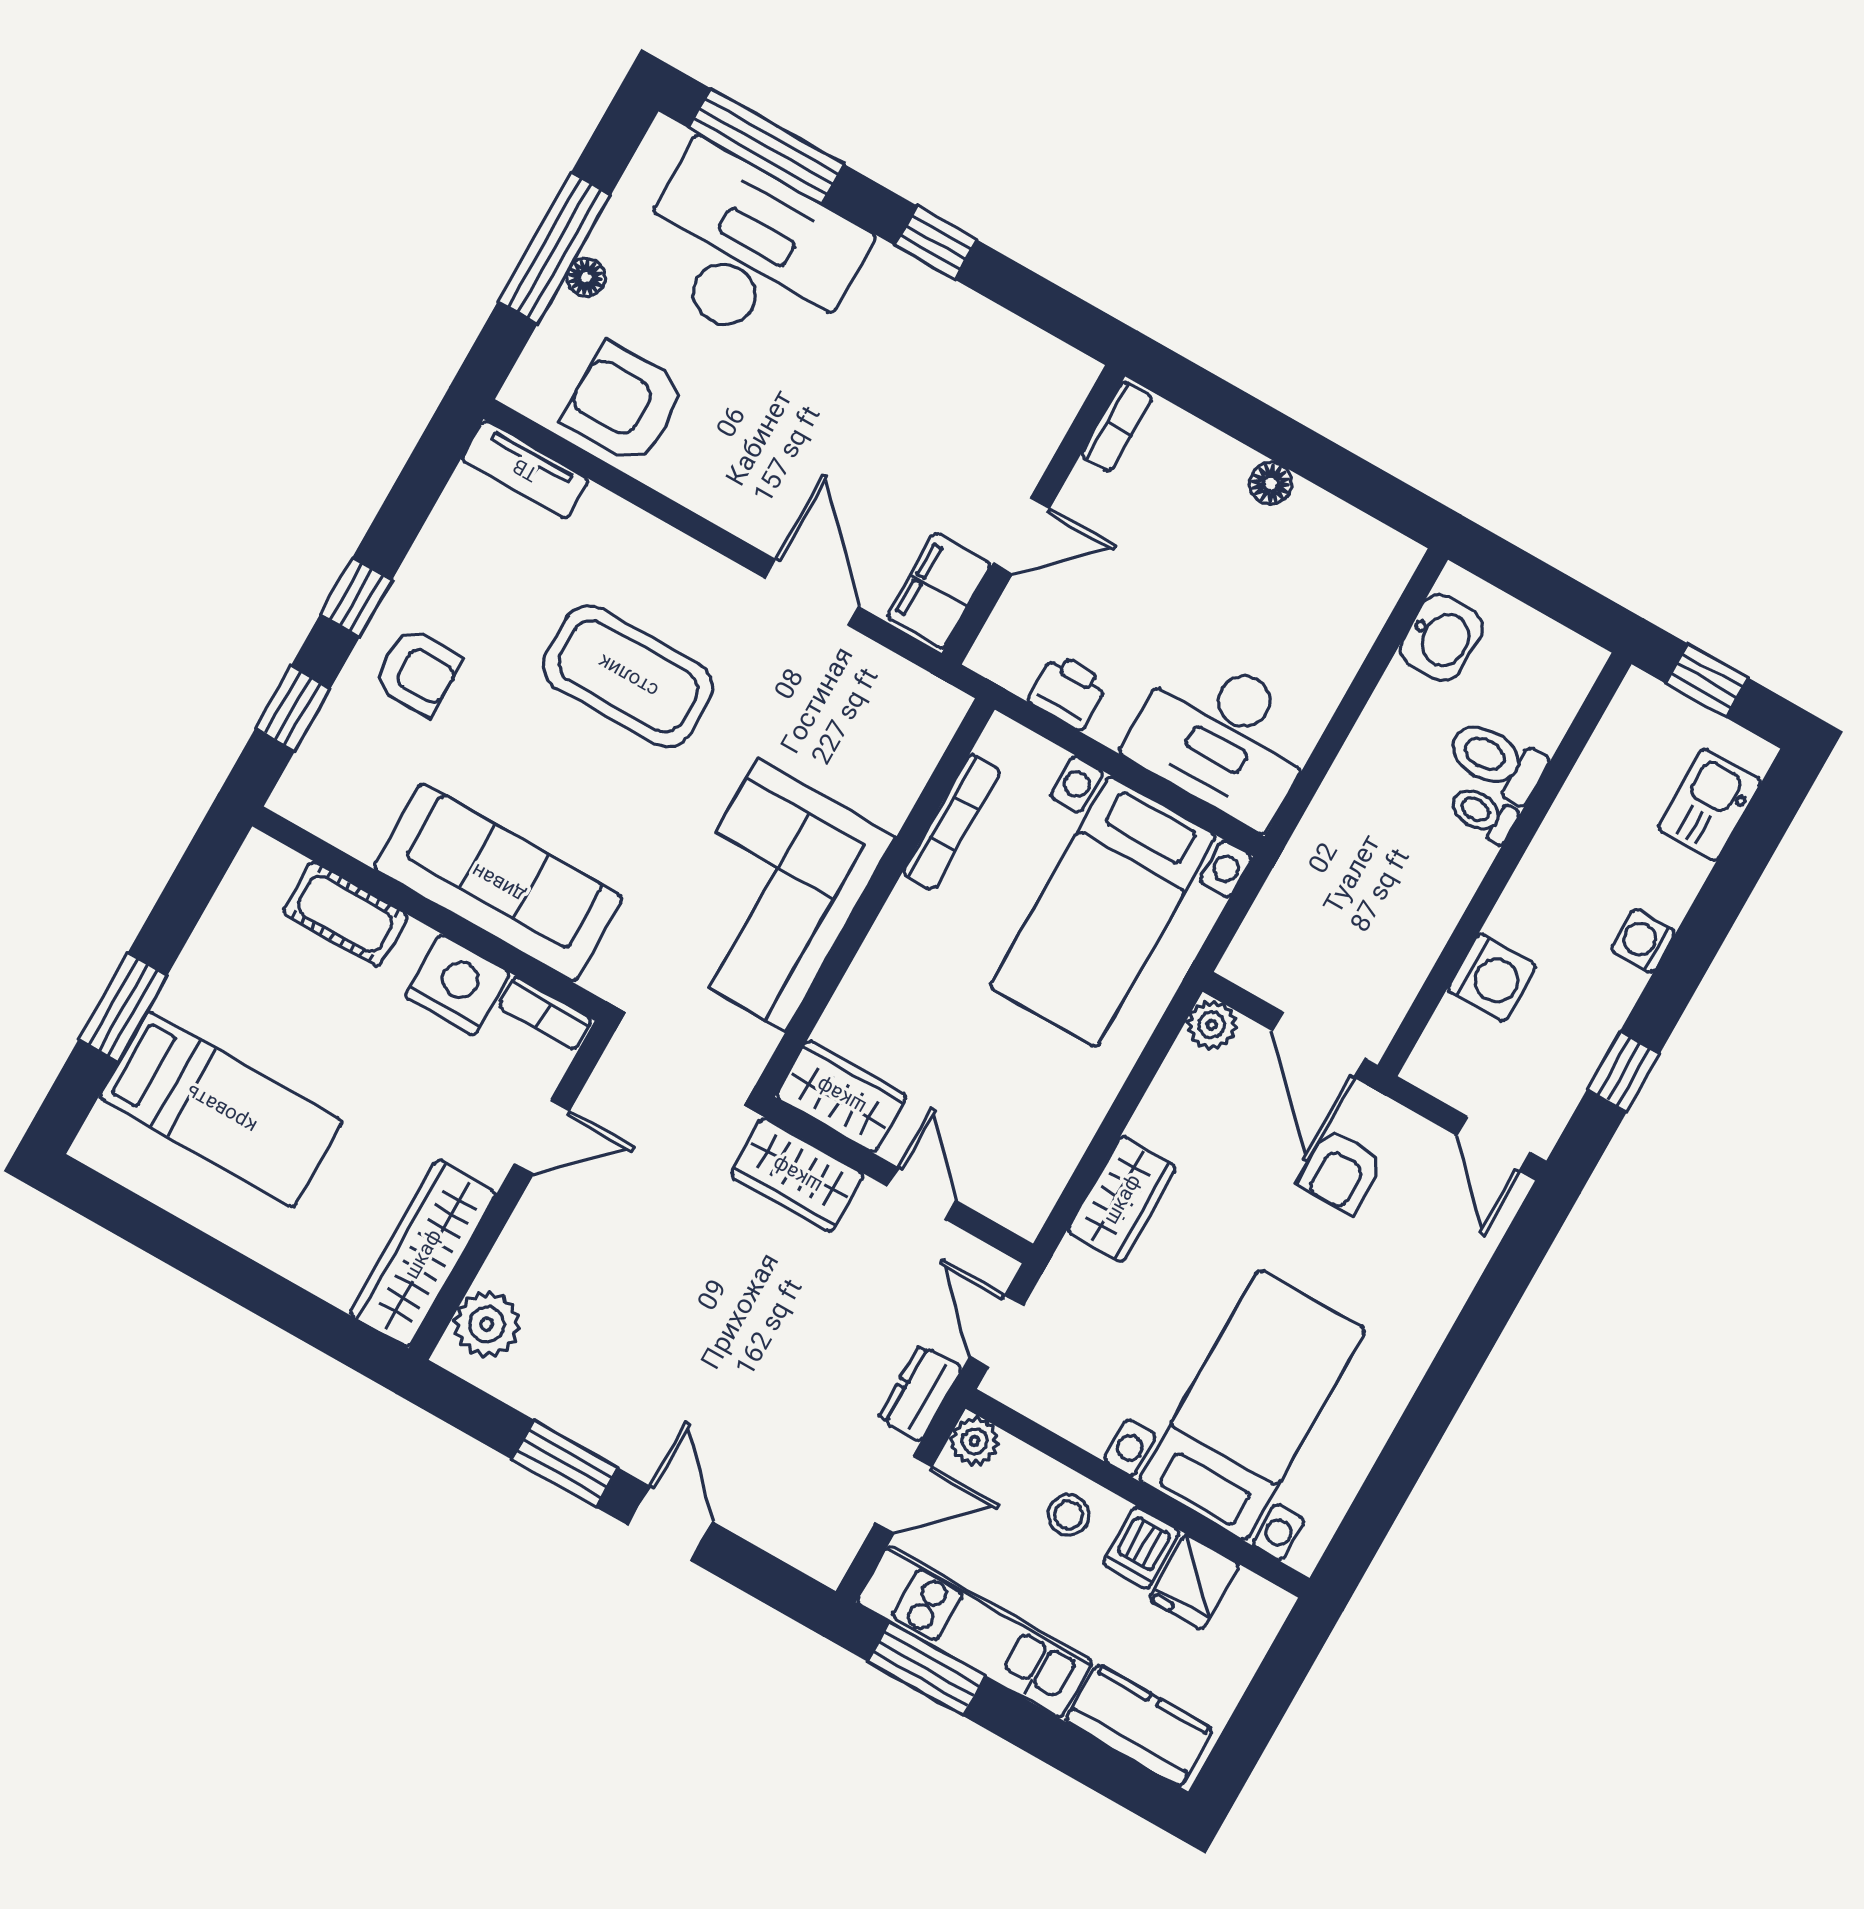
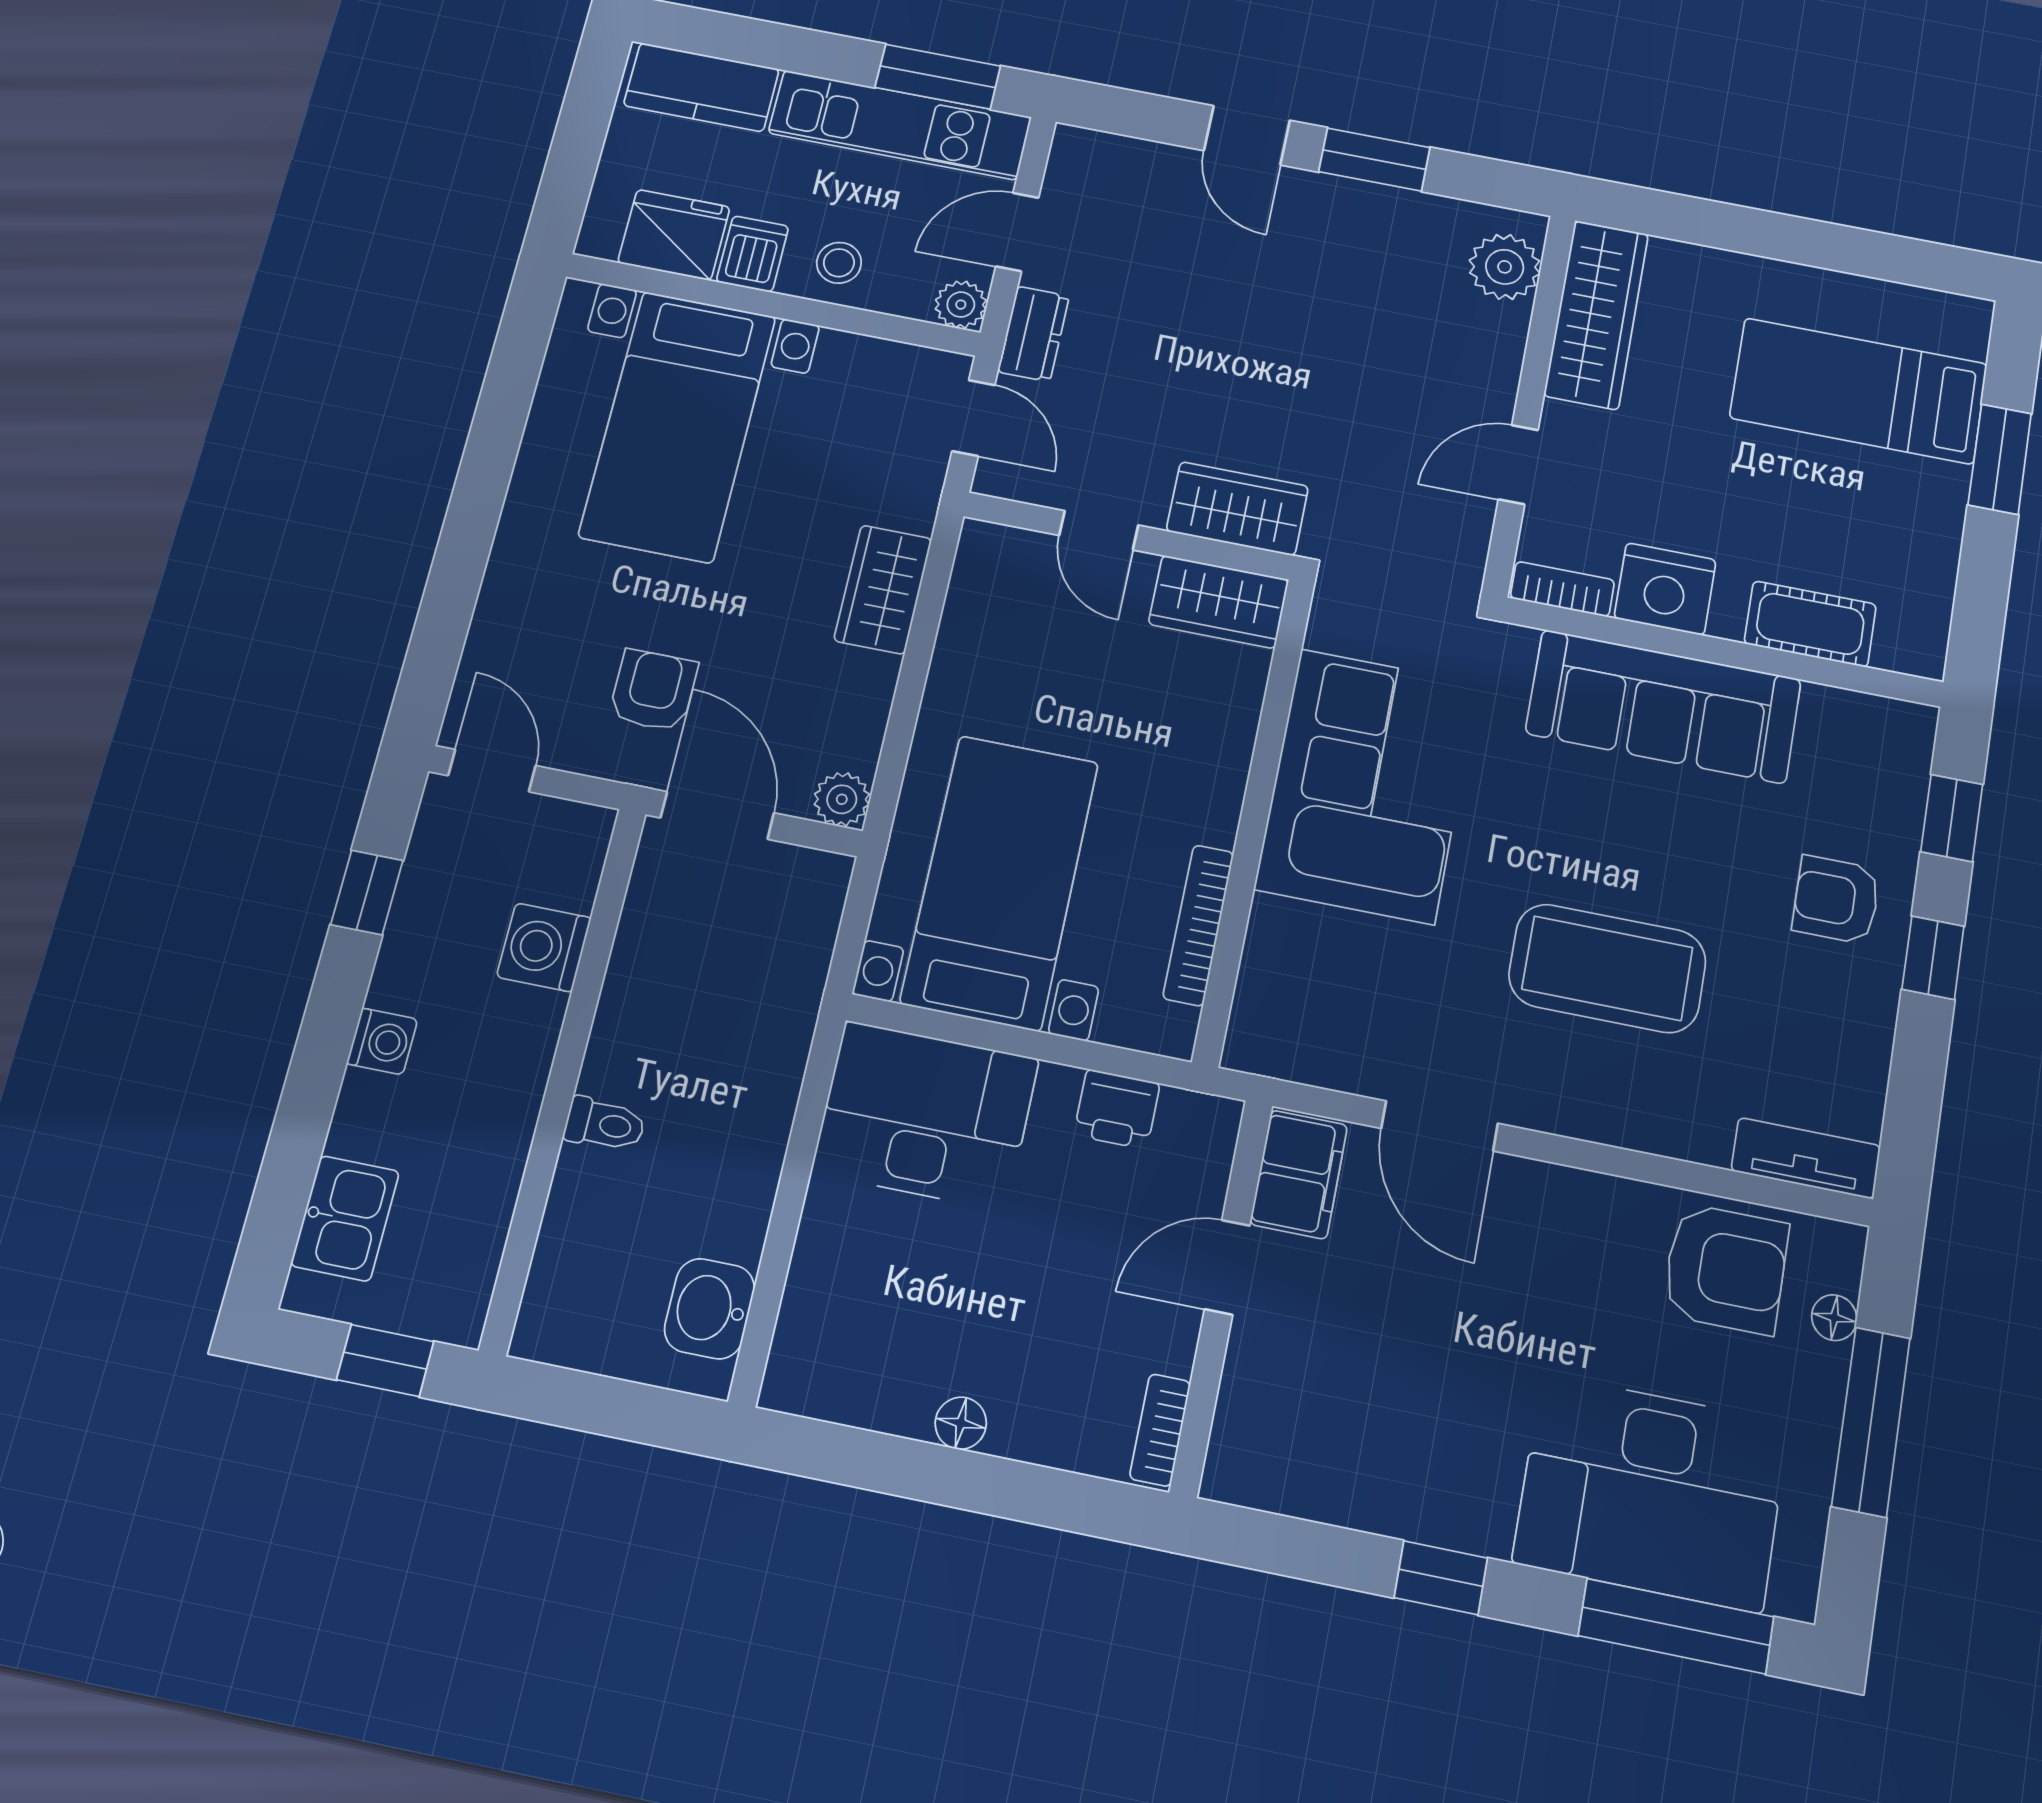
floor lamp: (586, 277) -> (1834, 1318), moved
toilet: (1496, 760) -> (606, 1189), removed
fridge: (1194, 1582) -> (674, 235), width x1.38

